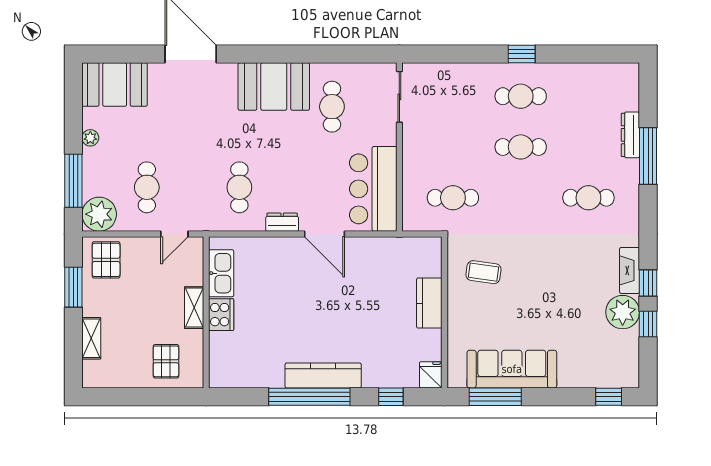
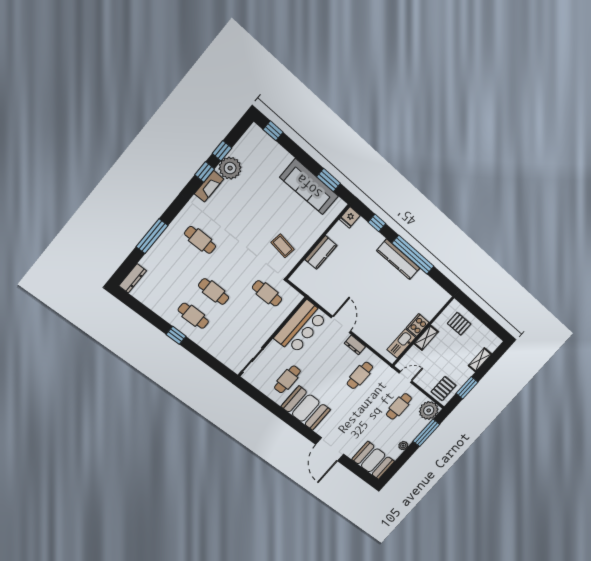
dresser: (630, 135) -> (133, 278), moved
pallet: (166, 361) -> (459, 324), turned 90
window: (495, 397) -> (329, 180), width x0.69

